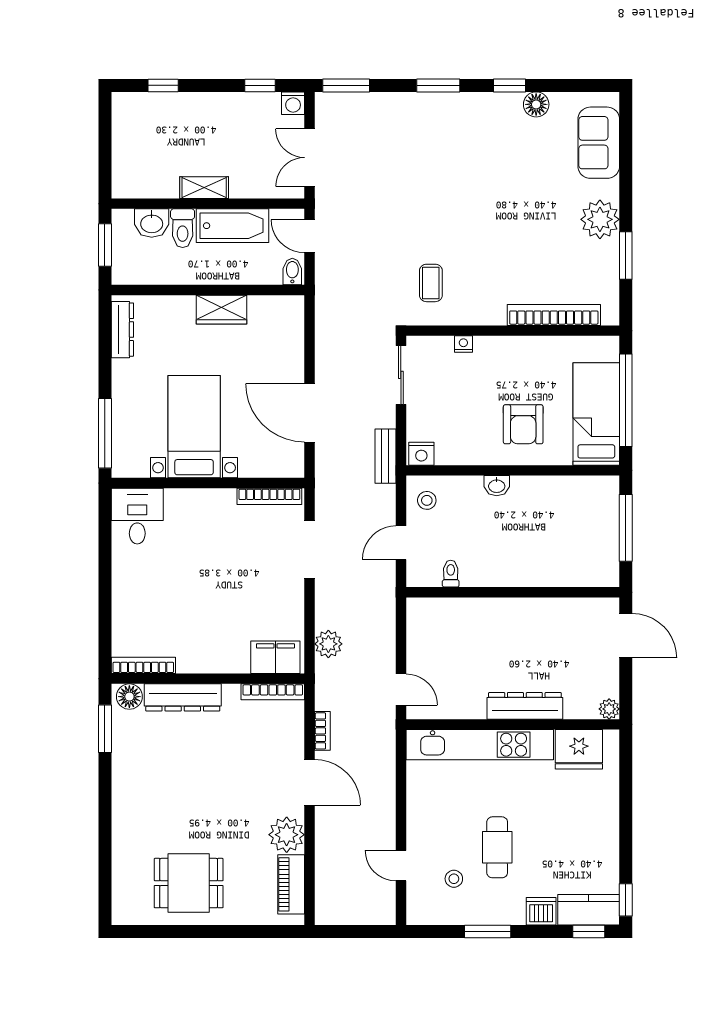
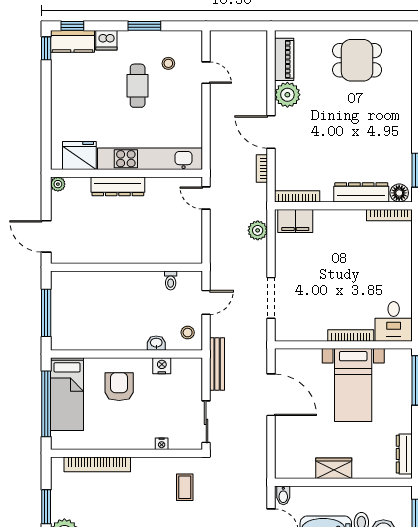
nightstand: (421, 454) -> (162, 366), moved
bench: (385, 456) -> (217, 364), width x1.36
washbasin: (497, 486) -> (156, 343), moved
bookcase: (269, 496) -> (351, 335), moved

